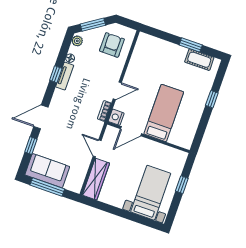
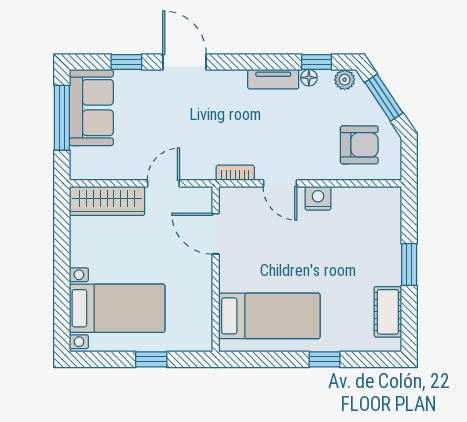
window: (191, 45) -> (409, 265), moved
window: (56, 74) -> (316, 62), moved
bed: (164, 113) -> (269, 316), moved
nightstand: (116, 117) -> (318, 198), moved

